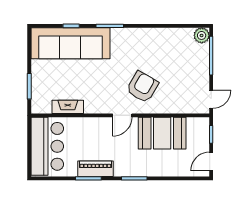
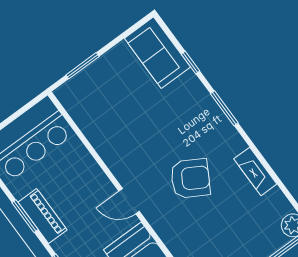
sofa: (70, 43) -> (157, 53), width x0.54, depth x0.79
armchair: (142, 87) -> (190, 178), moved
fireplace: (68, 107) -> (255, 171), moved, turned 180

